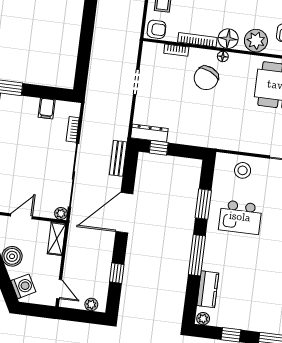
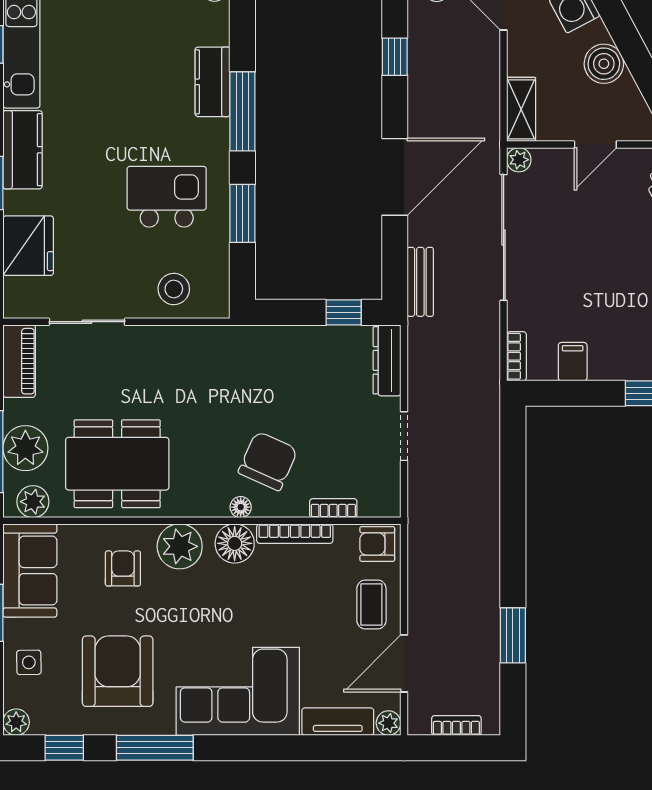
bookcase: (73, 129) -> (516, 356), moved
dresser: (149, 133) -> (387, 360), moved, turned 90
kitchen counter: (208, 289) -> (213, 82), moved

